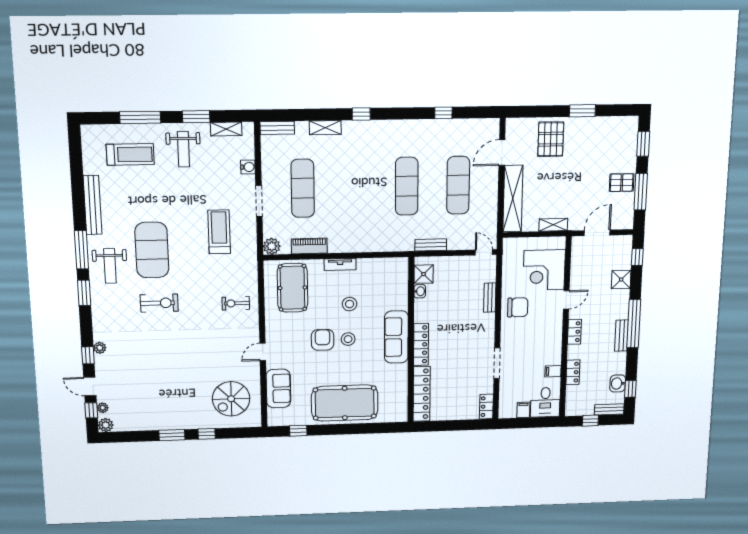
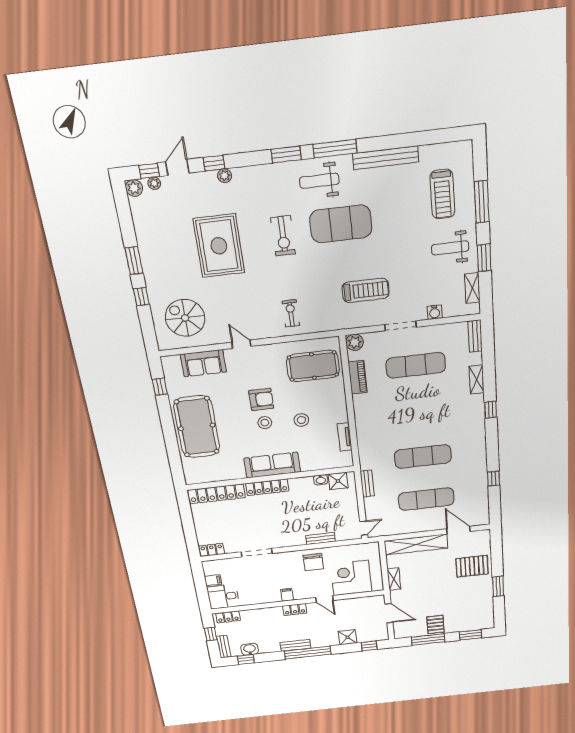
tv unit: (340, 264) -> (345, 437), moved
rug: (164, 360) -> (219, 246), added
filing cabinet: (553, 371) -> (287, 595), moved
locker: (573, 372) -> (228, 617), moved

